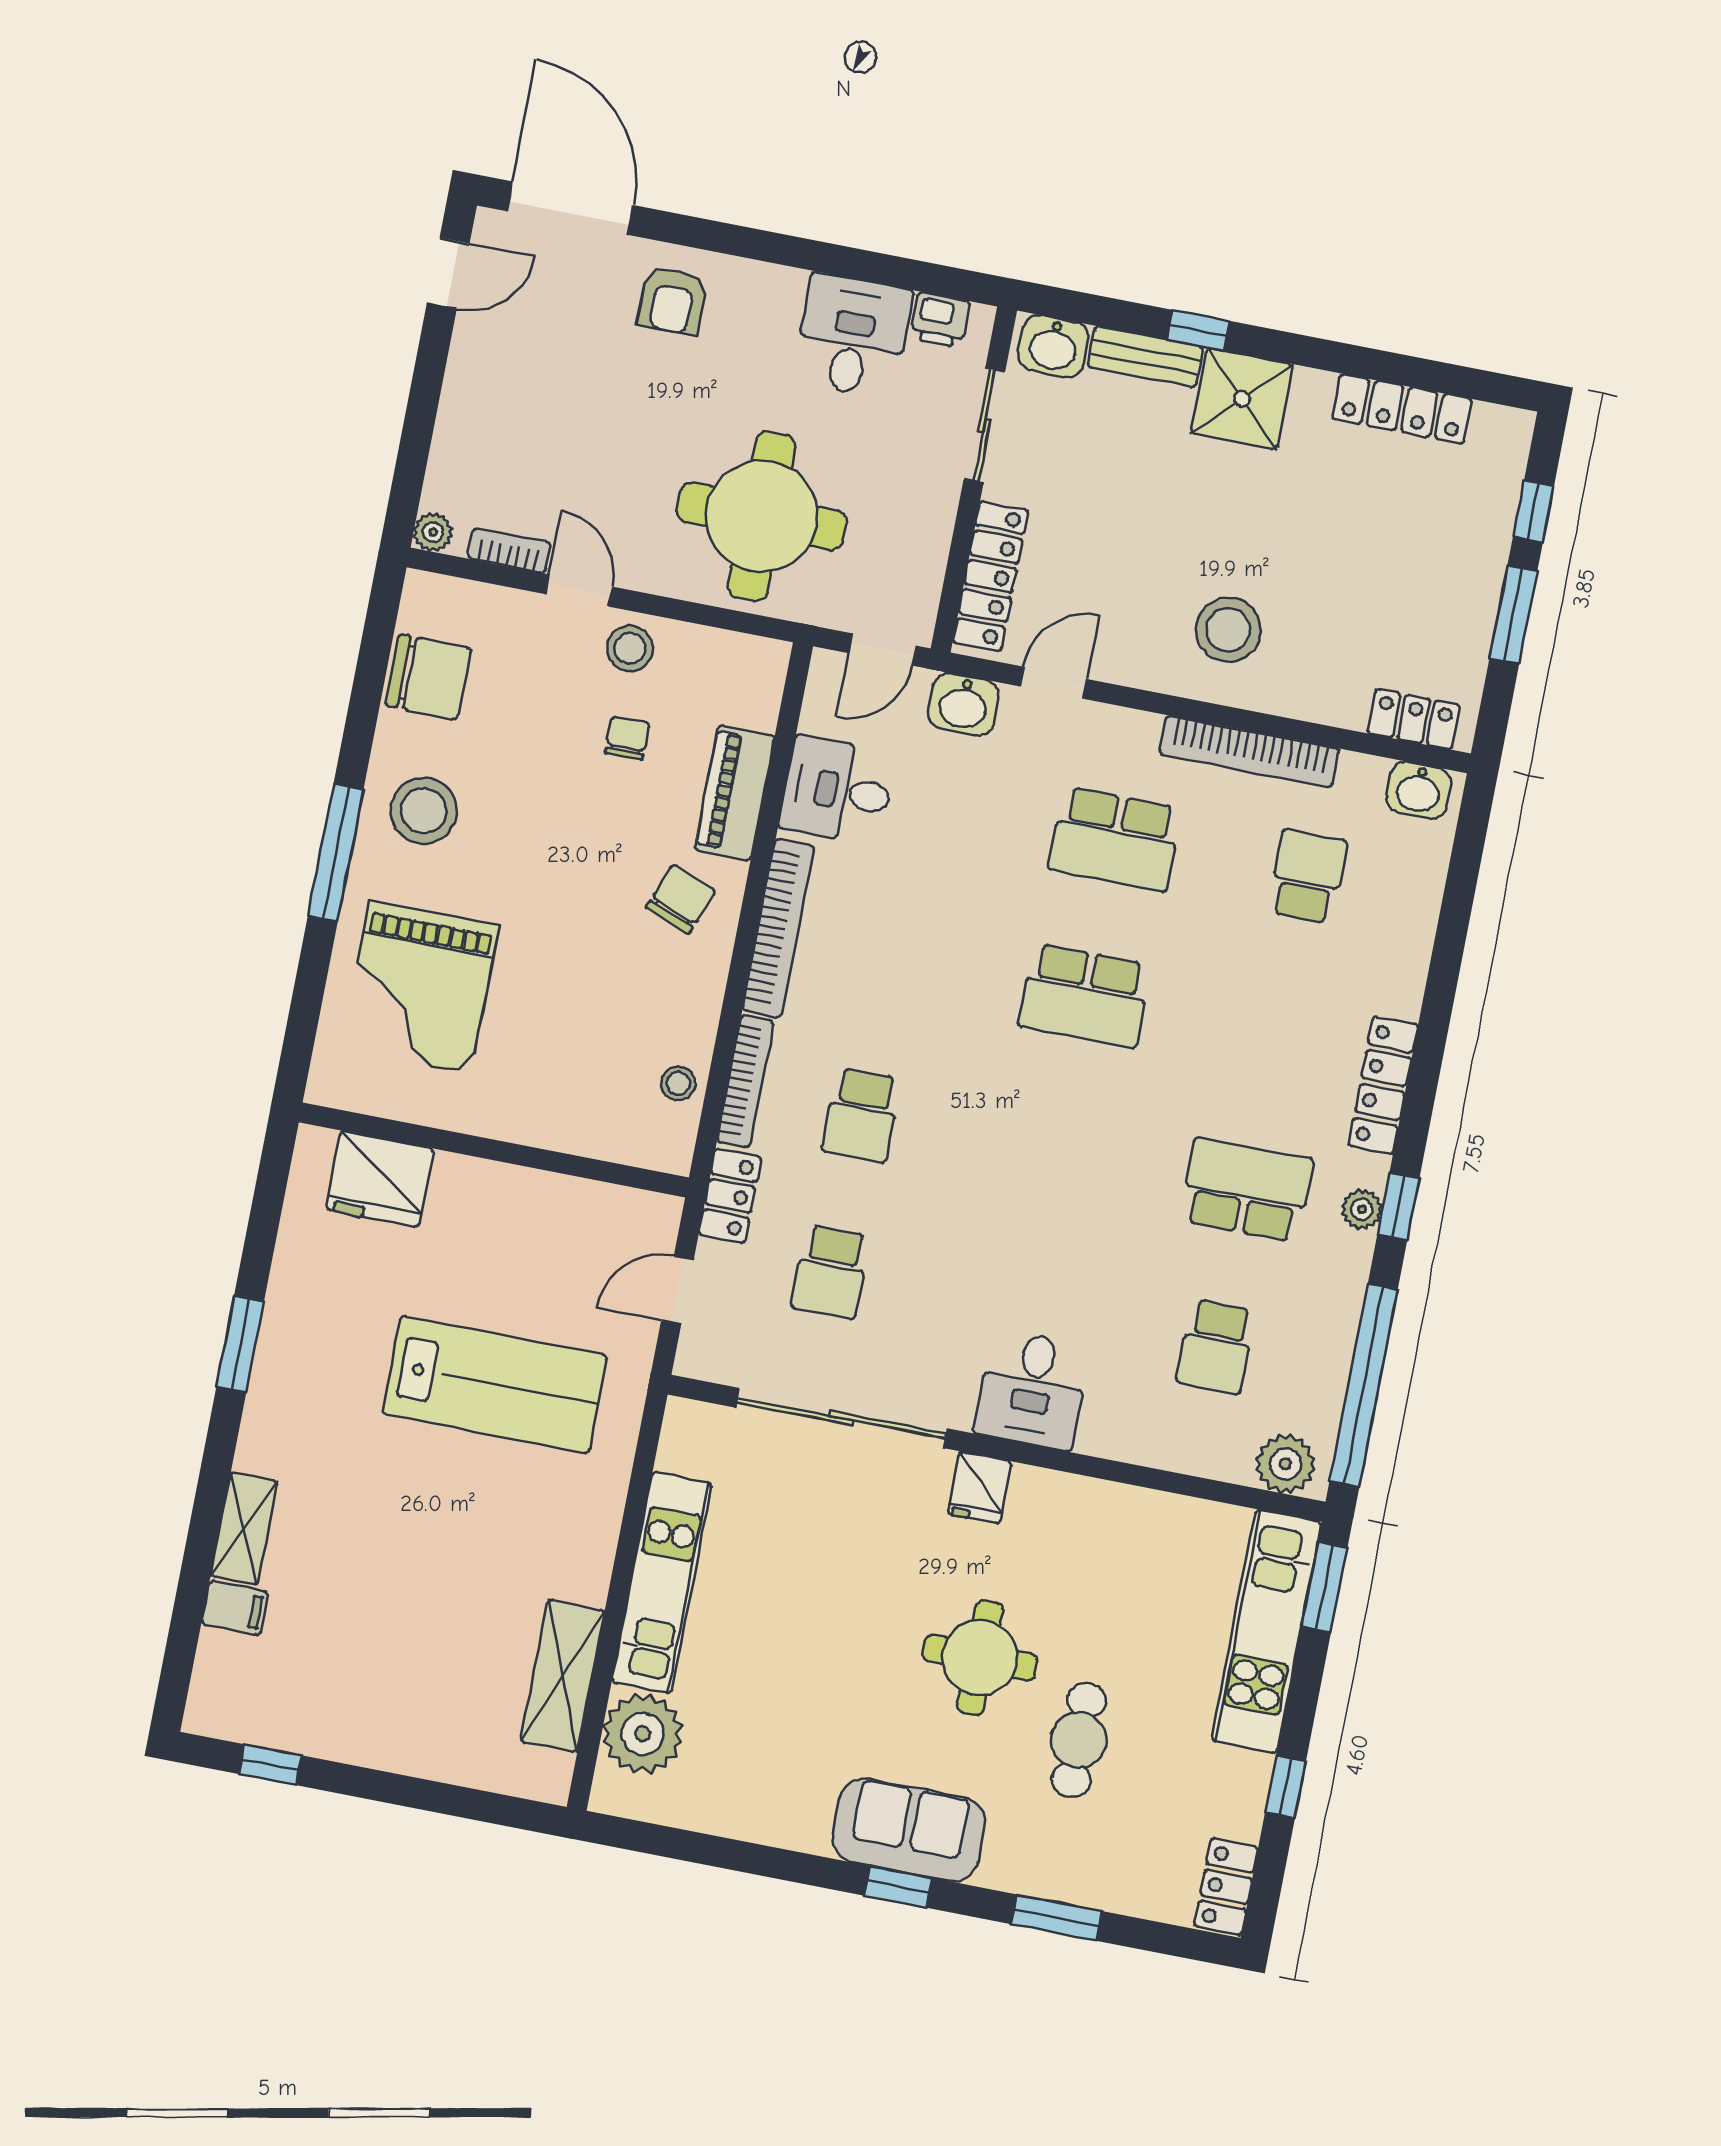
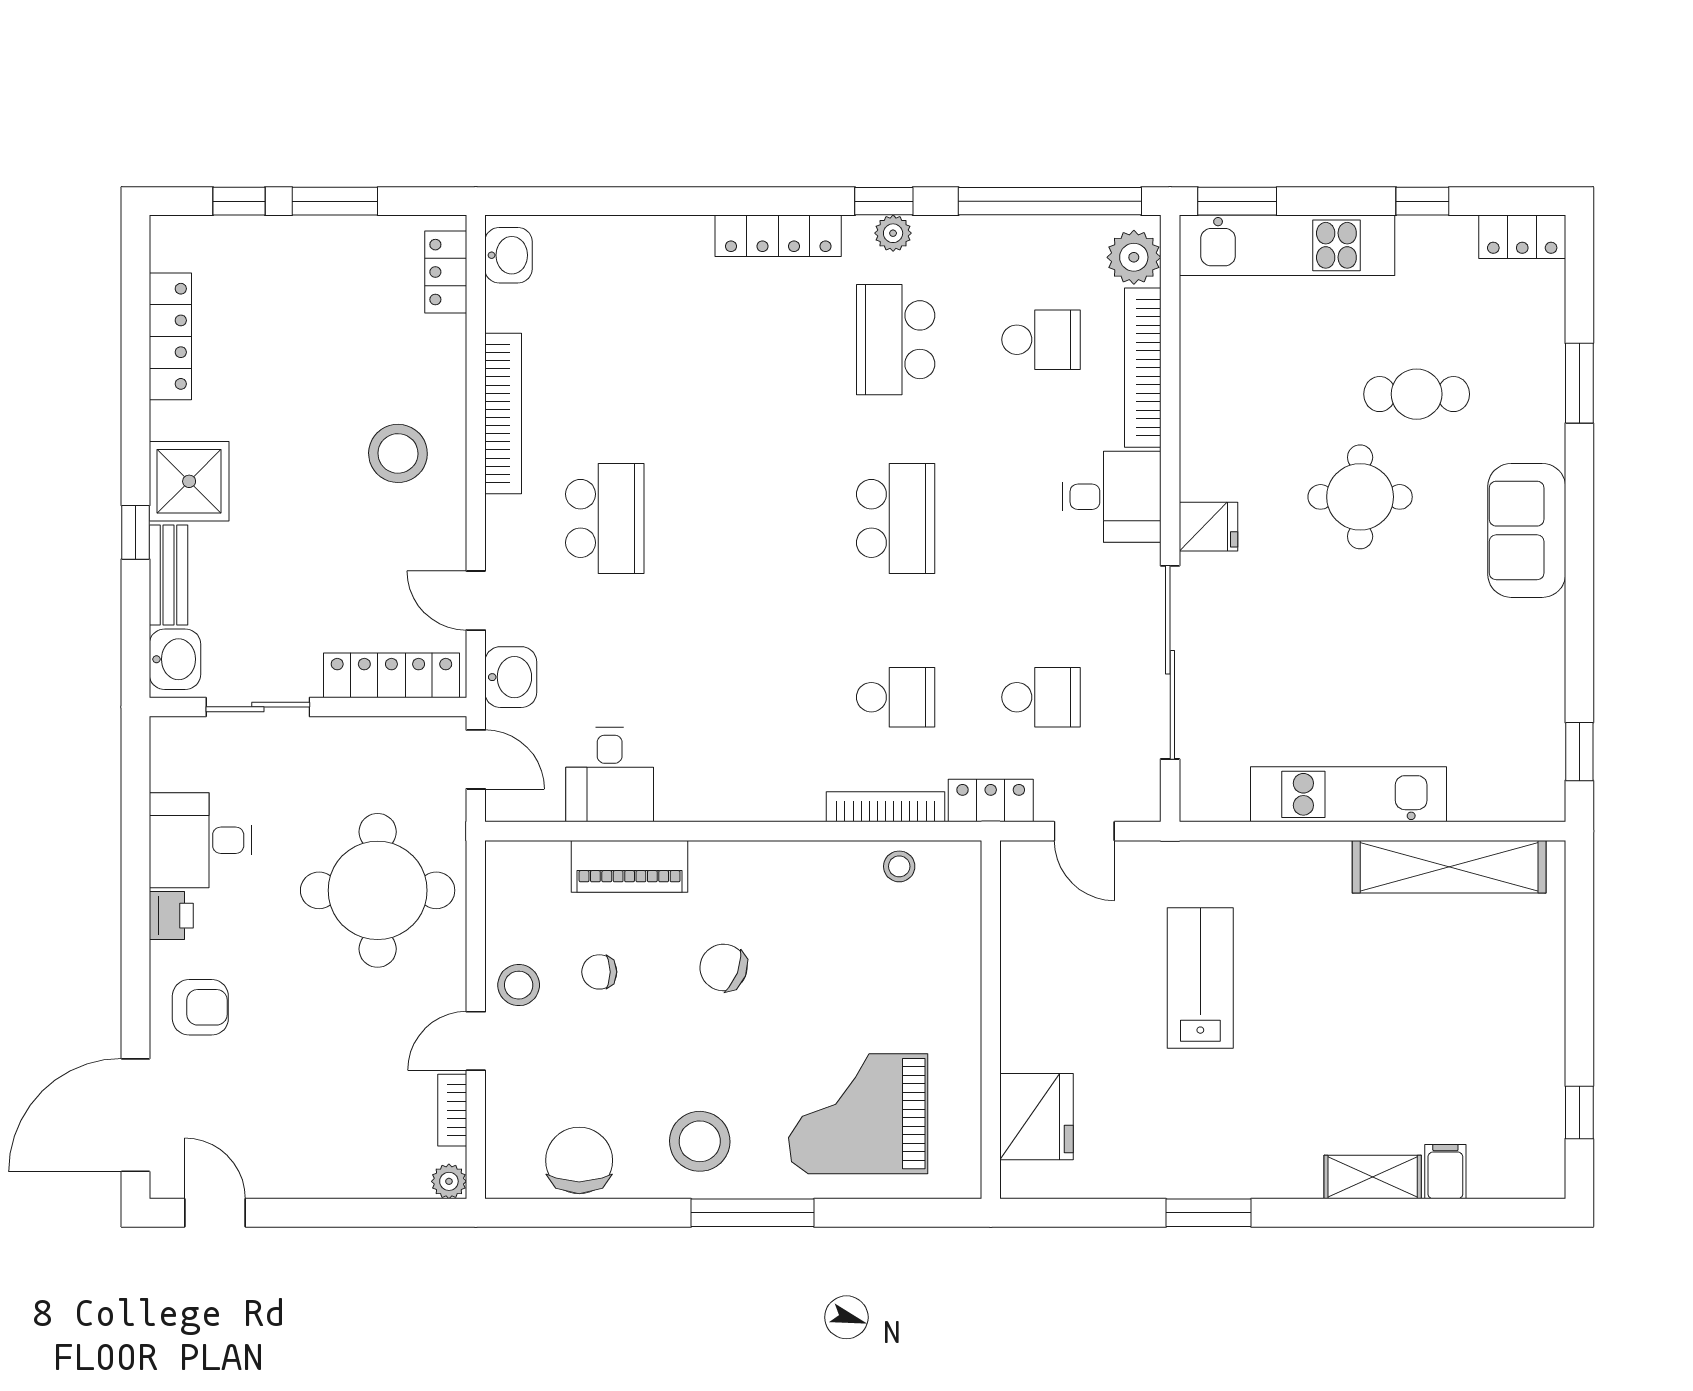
printer: (940, 320) -> (171, 916), moved
school desk: (1308, 876) -> (605, 340), removed
chair: (681, 899) -> (724, 968), moved
bookcase: (778, 928) -> (1143, 368), moved, turned -90
grand piano: (420, 987) -> (858, 1114), turned 180
school desk: (1084, 996) -> (896, 518), moved
lab bench: (495, 1385) -> (1200, 978), width x0.73, depth x0.72
shelving: (563, 1676) -> (1449, 867), width x1.47
plant: (643, 1734) -> (1487, 785), removed
window: (898, 1887) -> (1579, 752), moved

